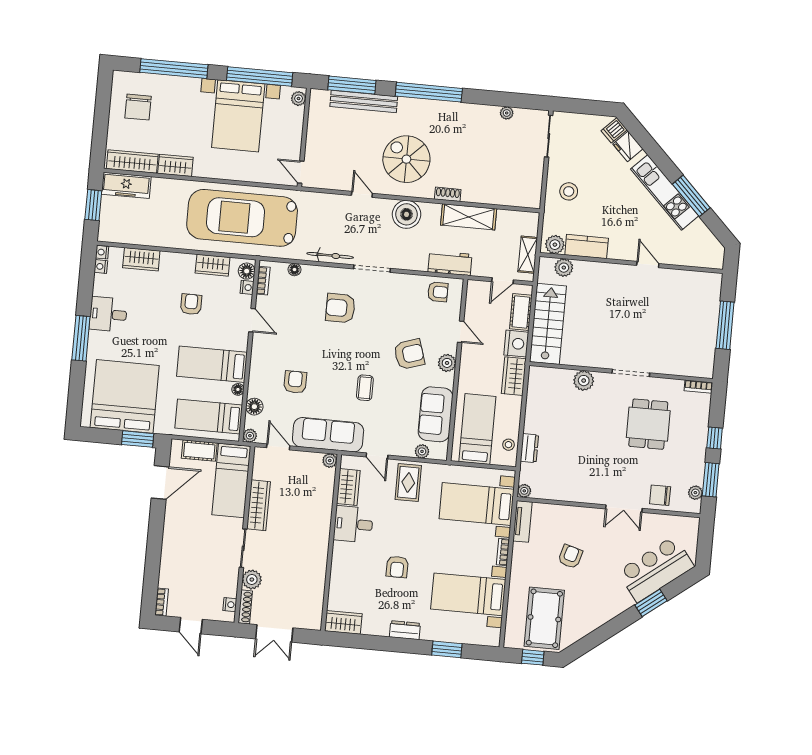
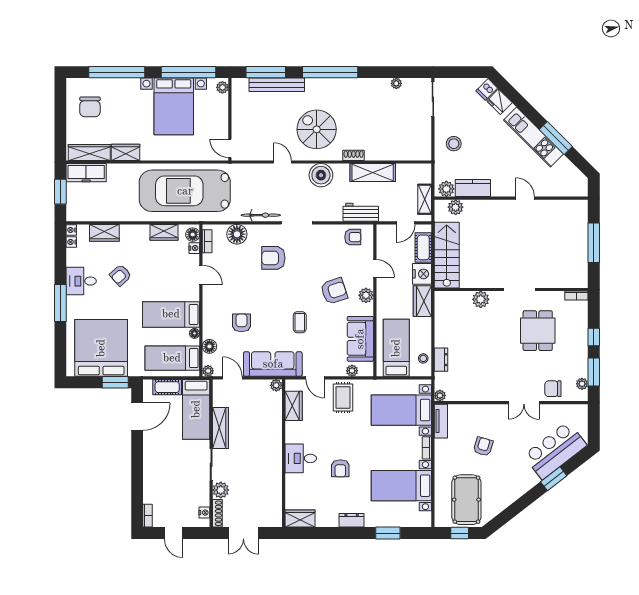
floor lamp: (294, 270) -> (237, 234), width x1.89, depth x1.89
armchair: (191, 304) -> (120, 275), moved, turned -132
desk: (353, 524) -> (301, 458), moved

